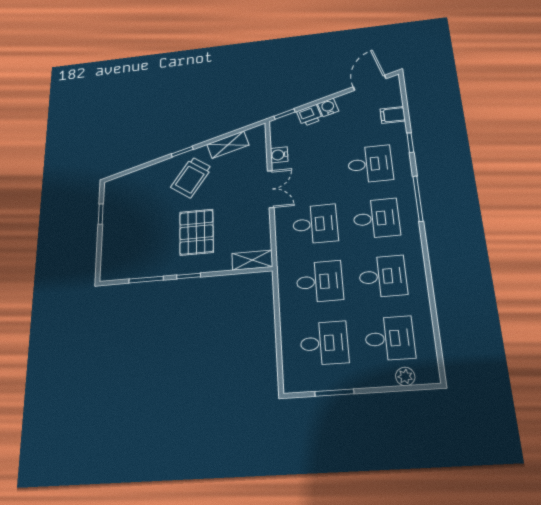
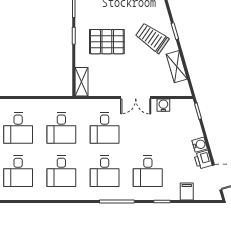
printer: (309, 115) -> (203, 160), moved

